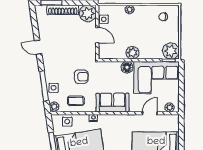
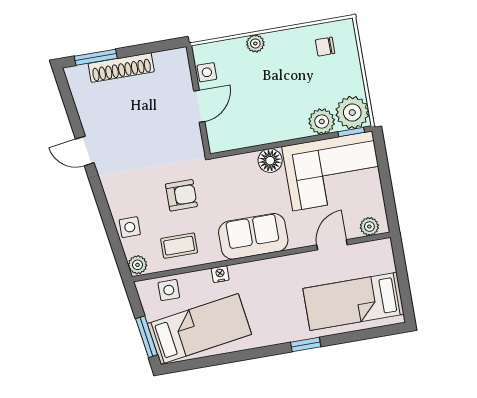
plant: (88, 13) -> (173, 66), removed
door: (97, 35) -> (199, 106), hinge flipped
plant: (132, 53) -> (322, 121), moved
window: (44, 86) -> (110, 227), removed

